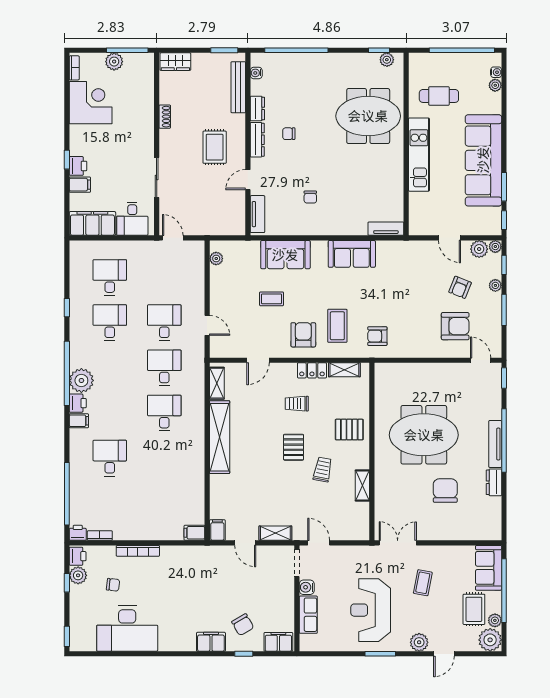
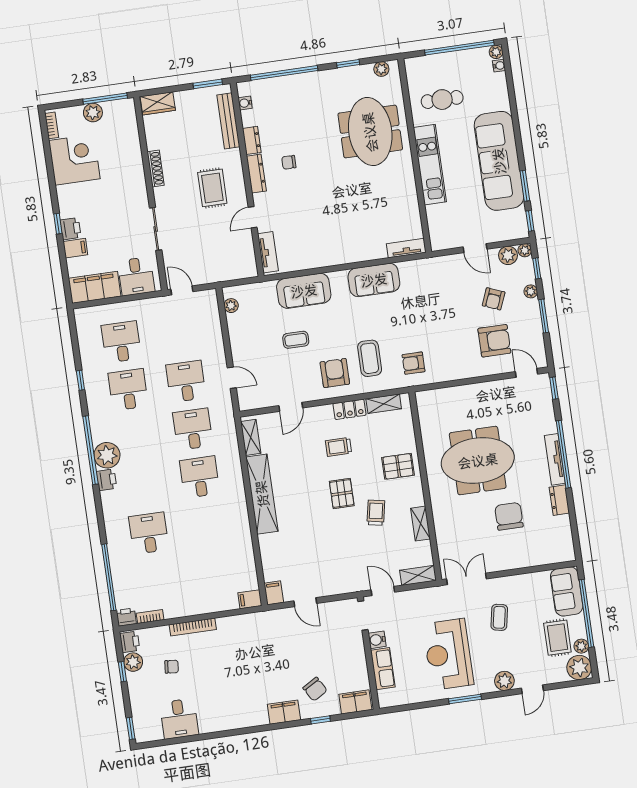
window: (379, 50) -> (348, 64), moved
plant: (495, 85) -> (496, 52), moved
meeting table: (368, 116) -> (370, 132), turned 90
shoe rack: (165, 117) -> (156, 168), width x1.43
chair: (310, 197) -> (321, 226), removed
filing cabinet: (79, 421) -> (110, 498), removed
shelving: (275, 533) -> (418, 575), moved
desk: (127, 629) -> (179, 719), width x0.53, depth x0.77

